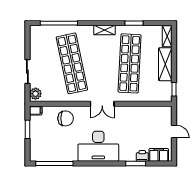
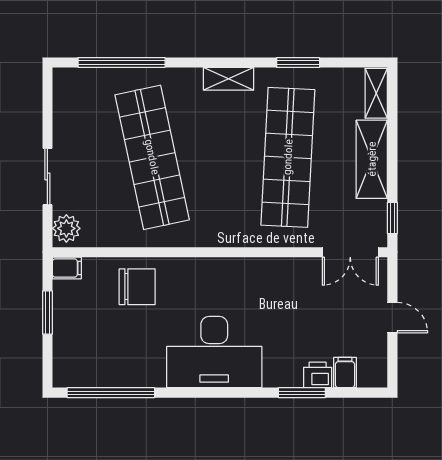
double door: (102, 104) -> (350, 252), moved
filing cabinet: (159, 155) -> (345, 373), width x0.50

